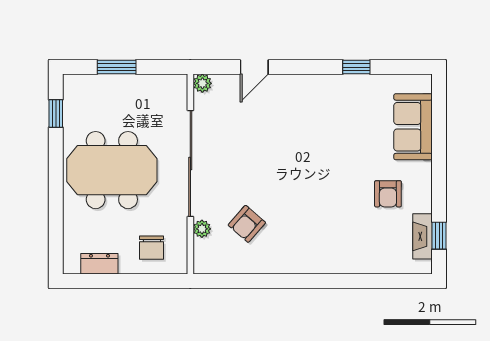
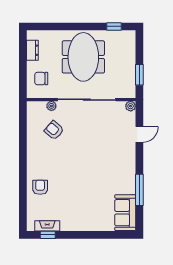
window: (117, 67) -> (139, 75), moved
door: (254, 67) -> (139, 134), swing flipped
window: (356, 67) -> (139, 190), width x2.17
sofa: (413, 127) -> (125, 213), moved, turned -90
armchair: (388, 194) -> (40, 187), moved, turned 90

